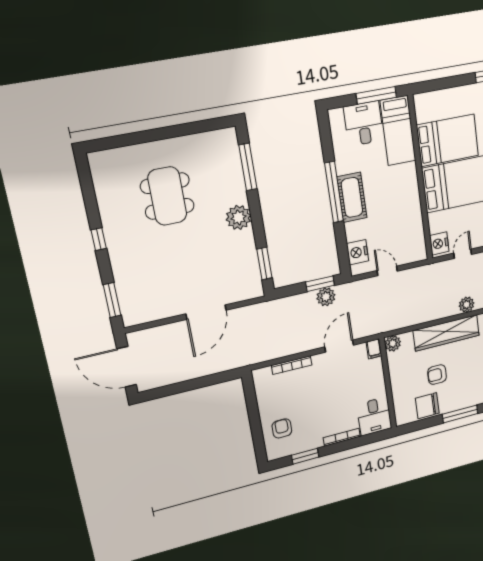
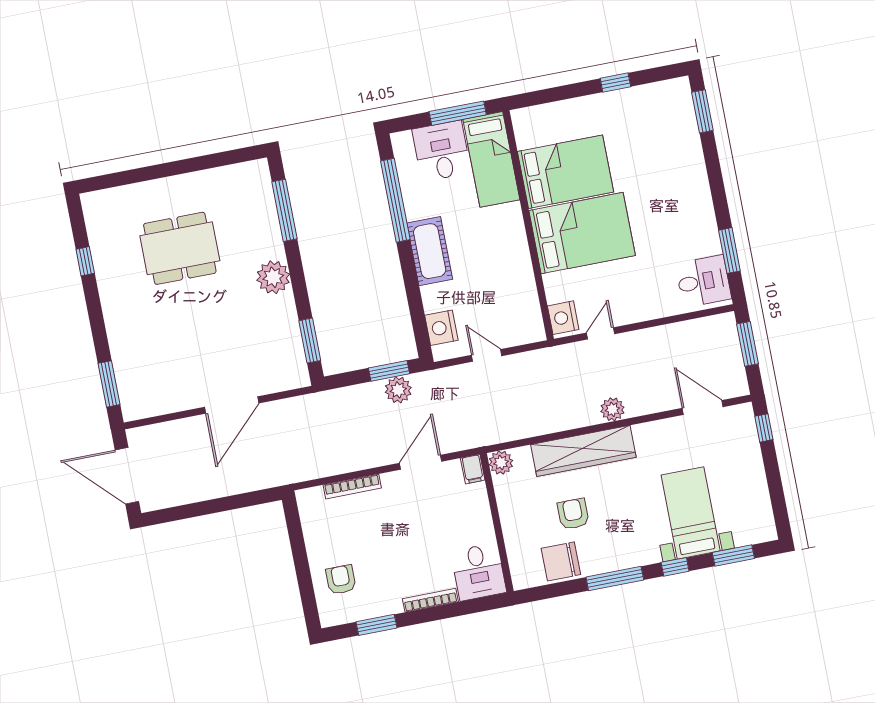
window: (334, 192) -> (395, 200), moved
dining table: (167, 196) -> (180, 248), turned 90
window: (99, 239) -> (85, 261), moved
armchair: (437, 375) -> (573, 514), turned 90

